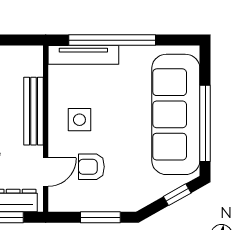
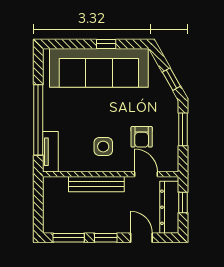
tv unit: (83, 55) -> (50, 152), width x0.71
window: (205, 123) -> (106, 44), width x0.32
window: (177, 195) -> (171, 79), moved

